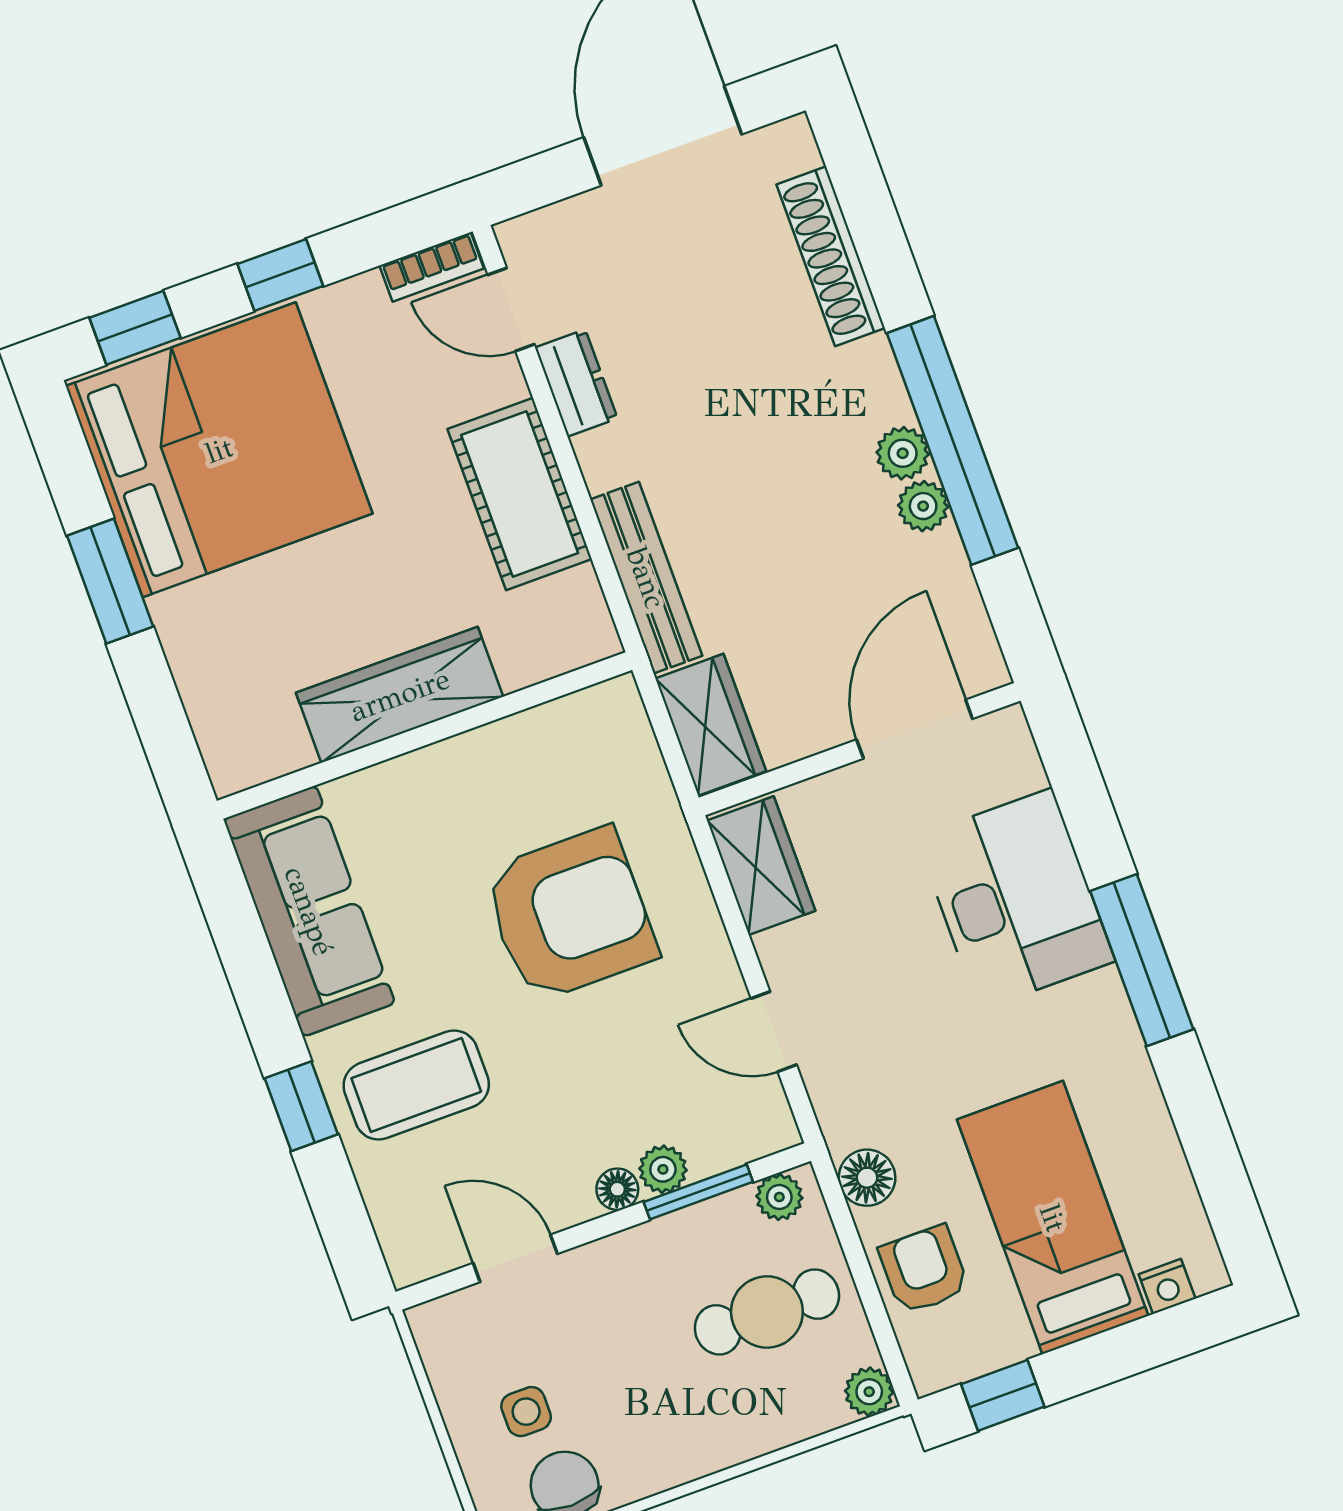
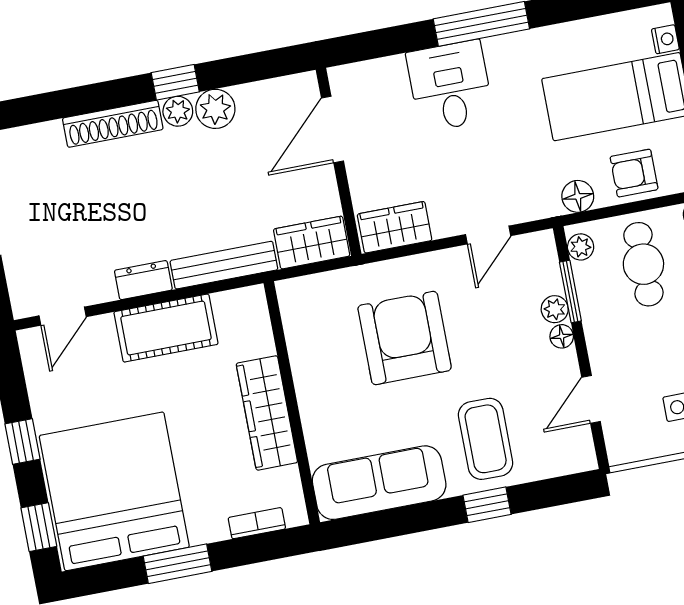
shoe rack: (831, 256) -> (113, 124), moved
bookcase: (432, 267) -> (257, 523), moved, turned -90
dresser: (576, 383) -> (143, 280), moved
window: (953, 440) -> (175, 82), width x0.32
plant: (923, 506) -> (215, 109), width x1.38, depth x1.38
door: (915, 729) -> (332, 129), hinge flipped
desk: (1016, 899) -> (450, 86), width x0.73

